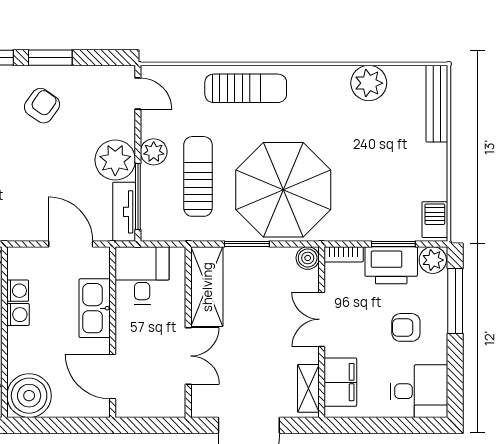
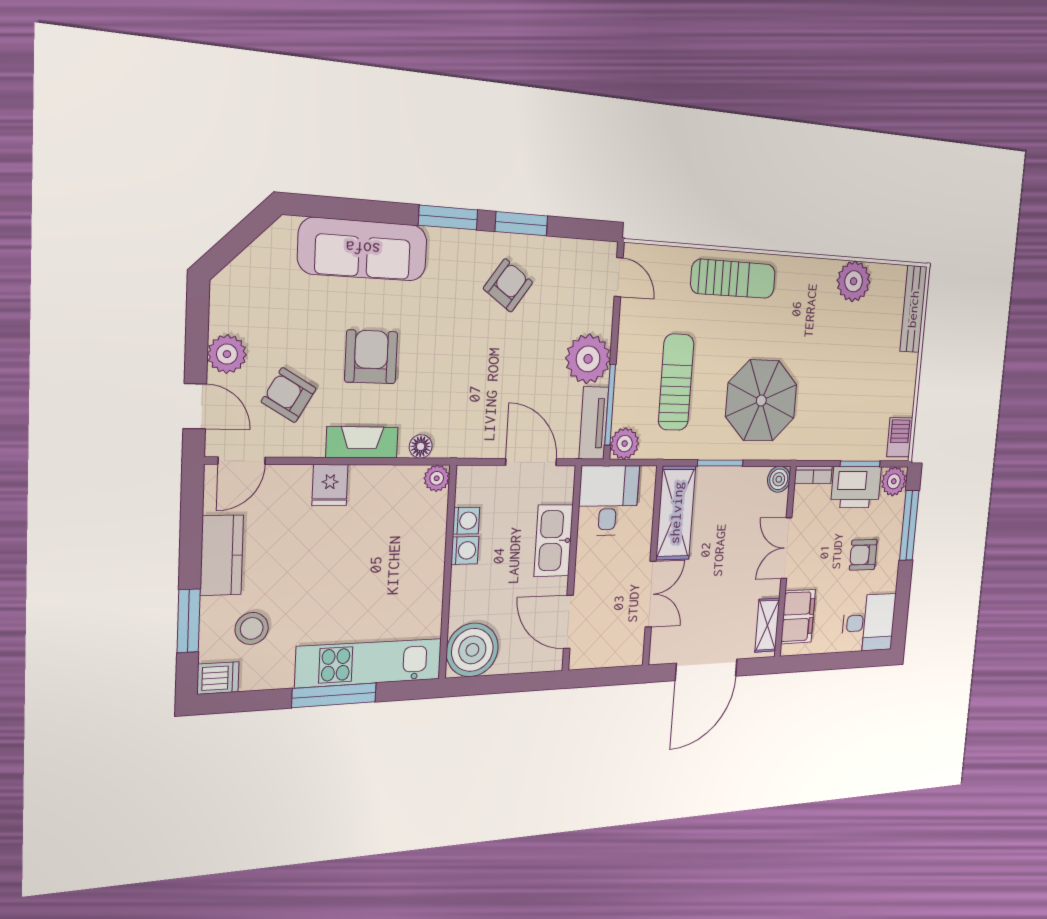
plant: (154, 152) -> (625, 444), moved
parasol: (283, 190) -> (761, 401), width x0.73, depth x0.73

